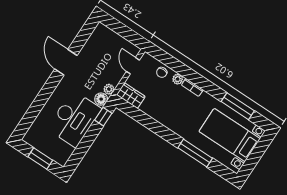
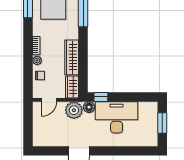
plant: (109, 89) -> (74, 110), width x1.87, depth x1.87
wardrobe: (159, 114) -> (72, 57), added

